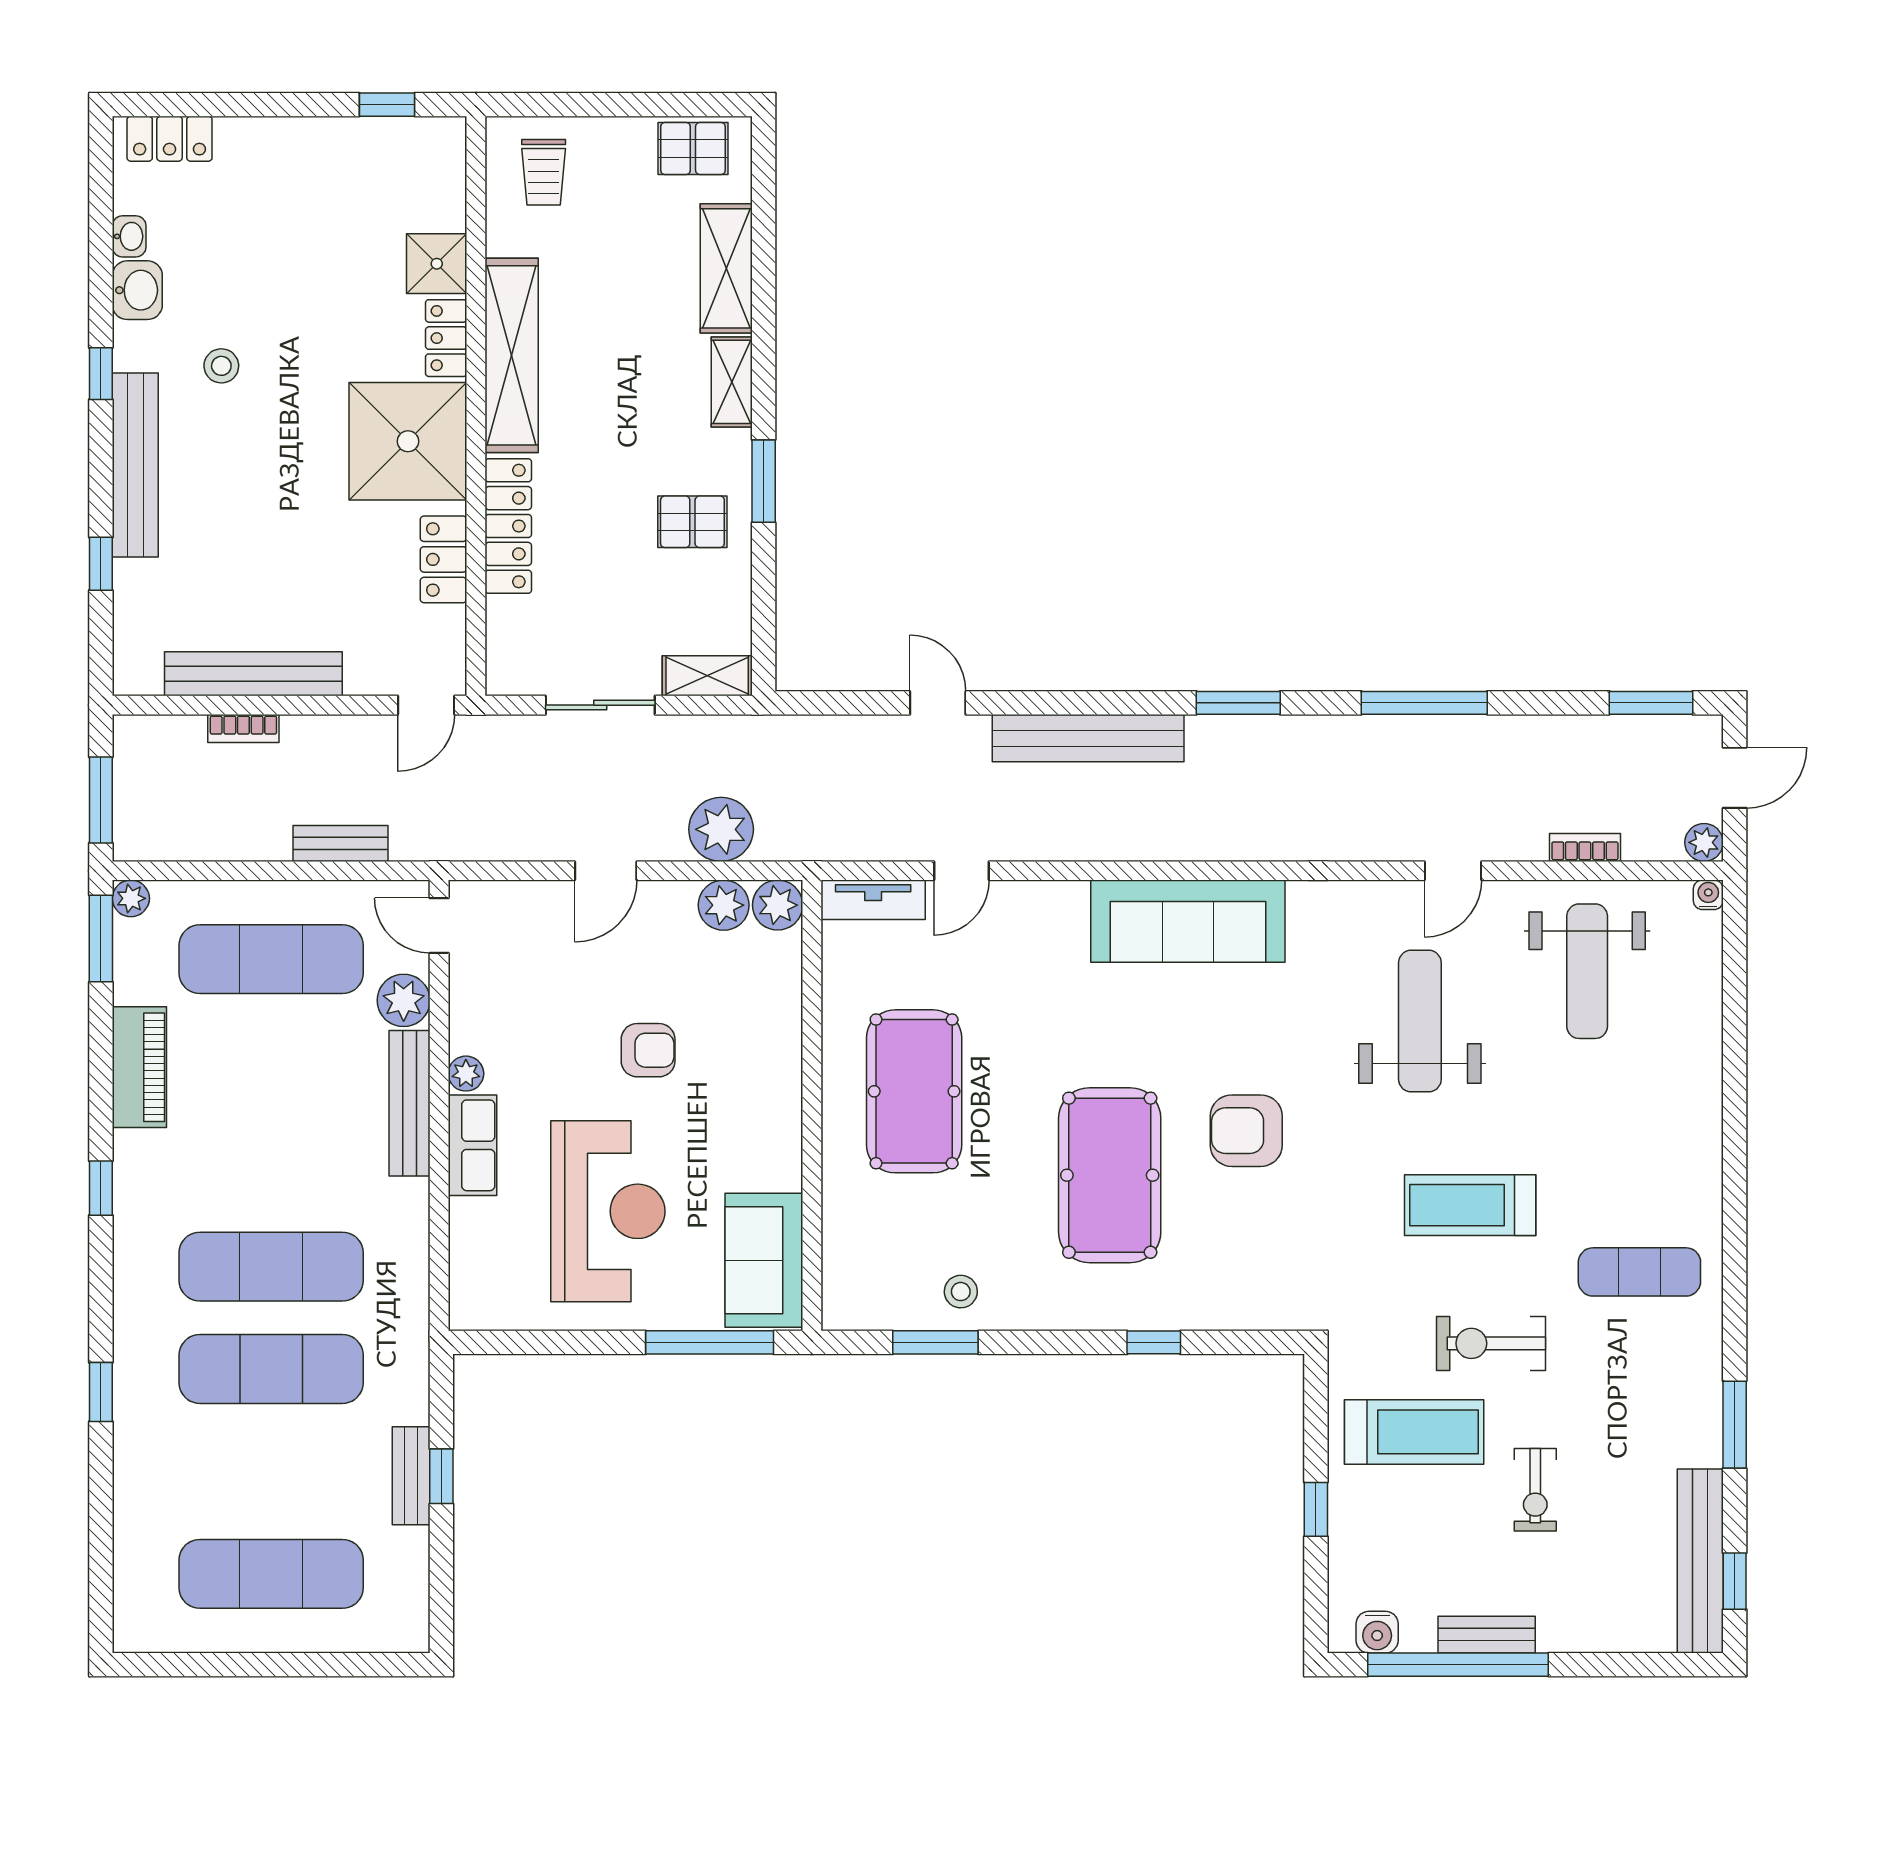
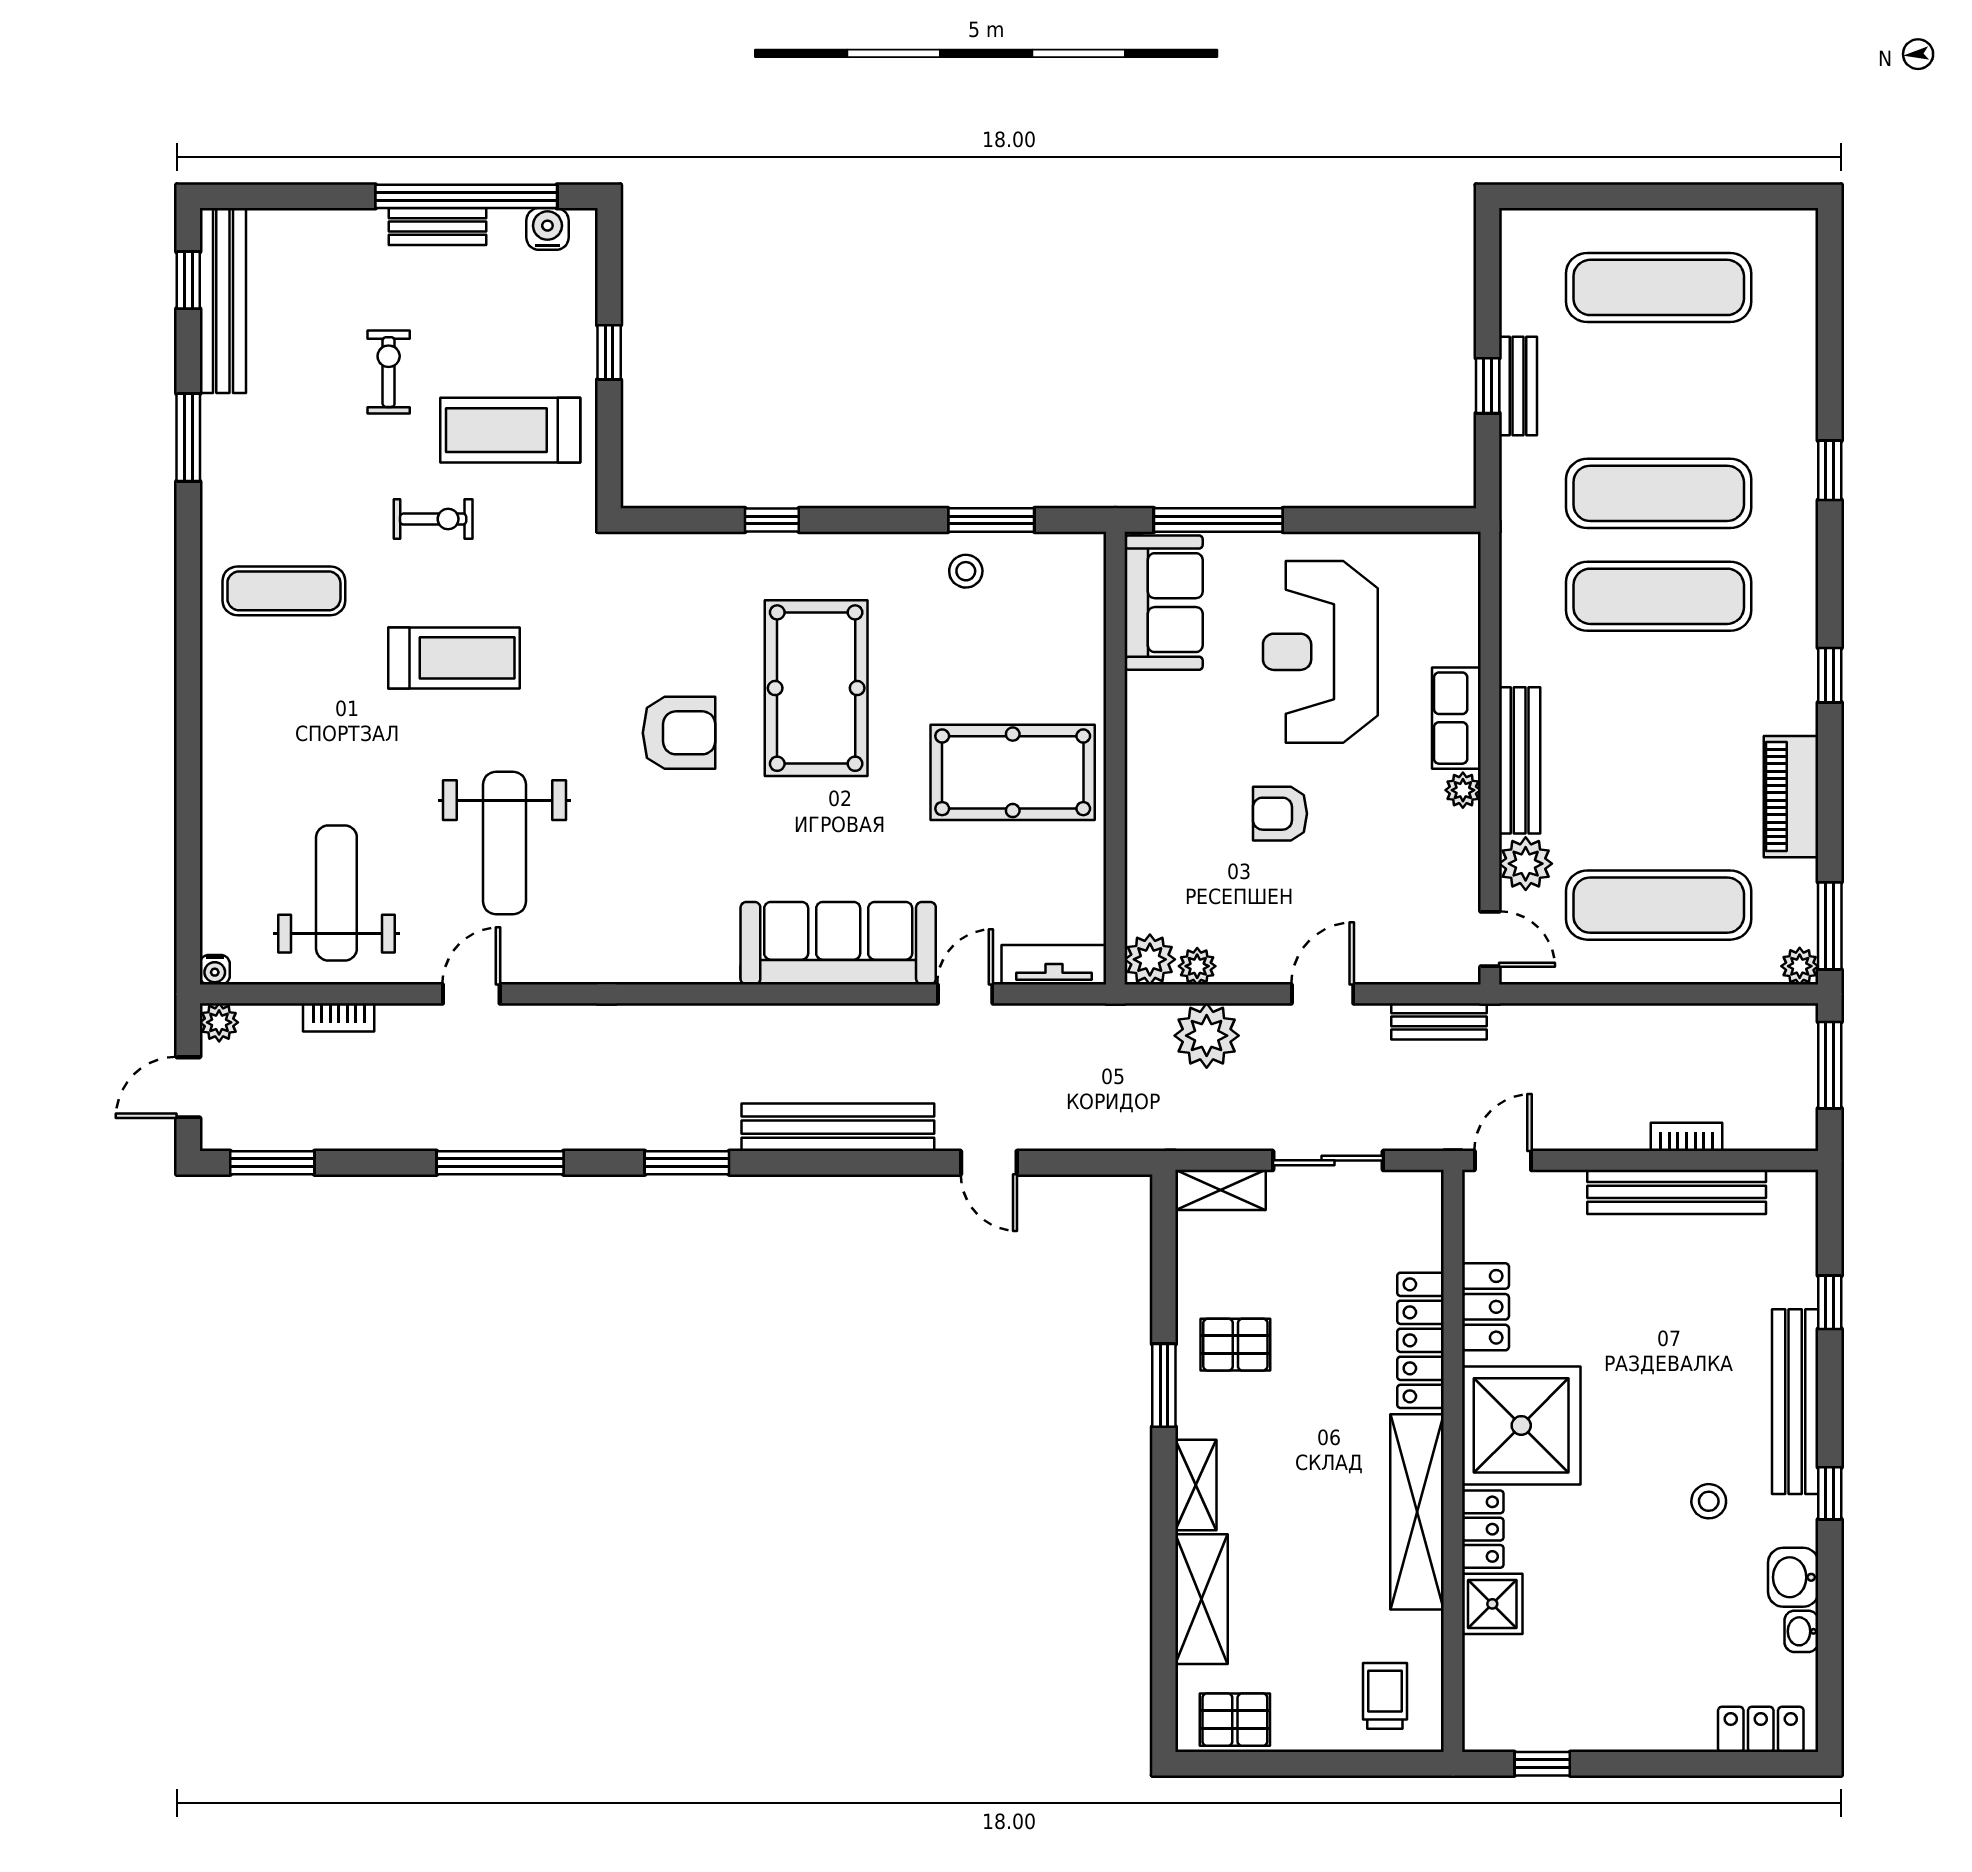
bench: (341, 843) -> (1439, 1021), moved
plant: (724, 905) -> (1197, 966), width x0.73, depth x0.73
sofa: (1188, 921) -> (838, 943), moved
pool table: (914, 1091) -> (1013, 772), turned 90
exercise bike: (1491, 1343) -> (433, 519), width x0.73, depth x0.72

